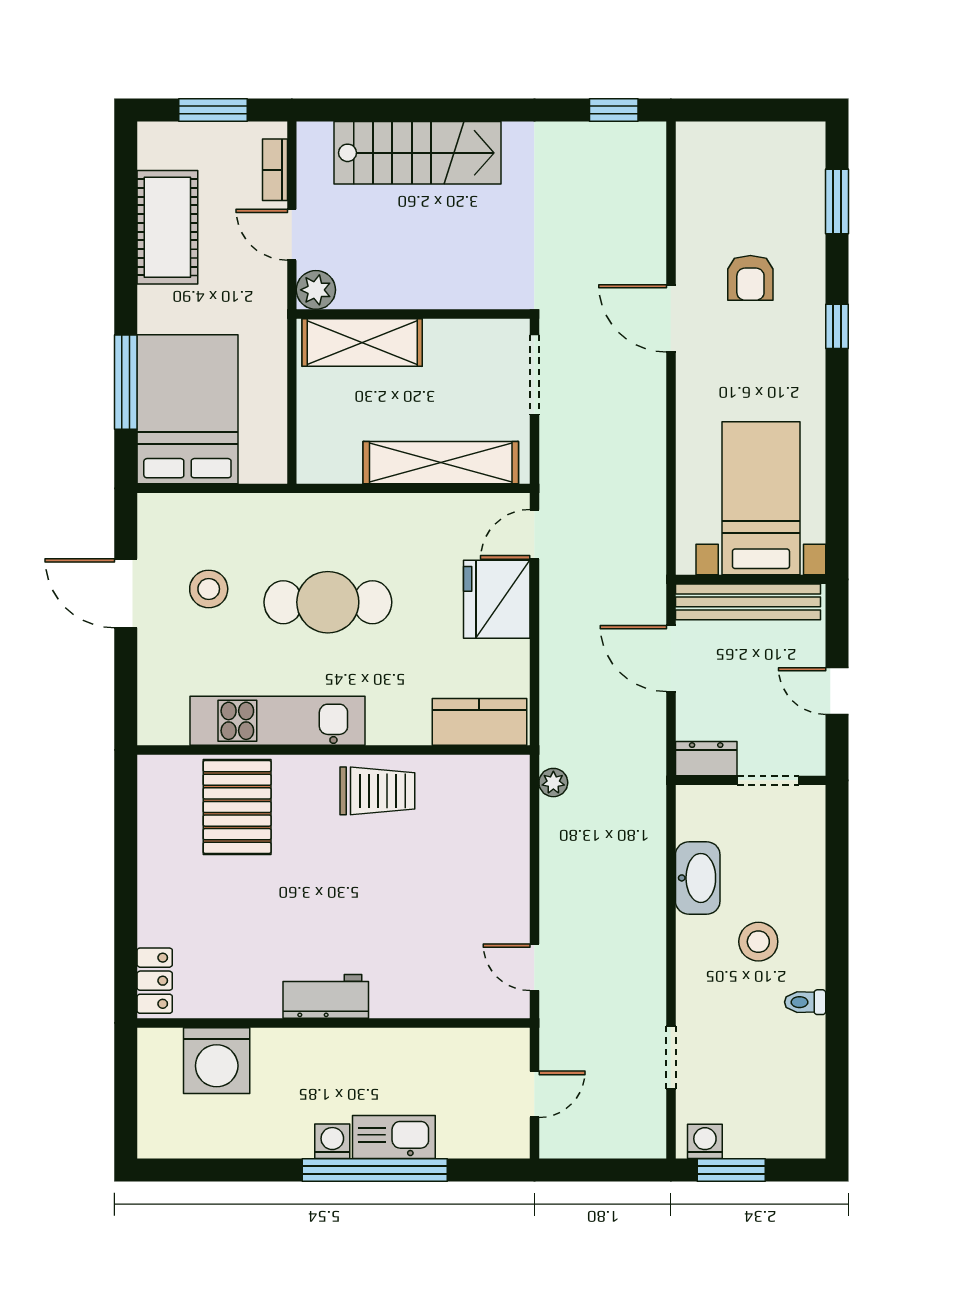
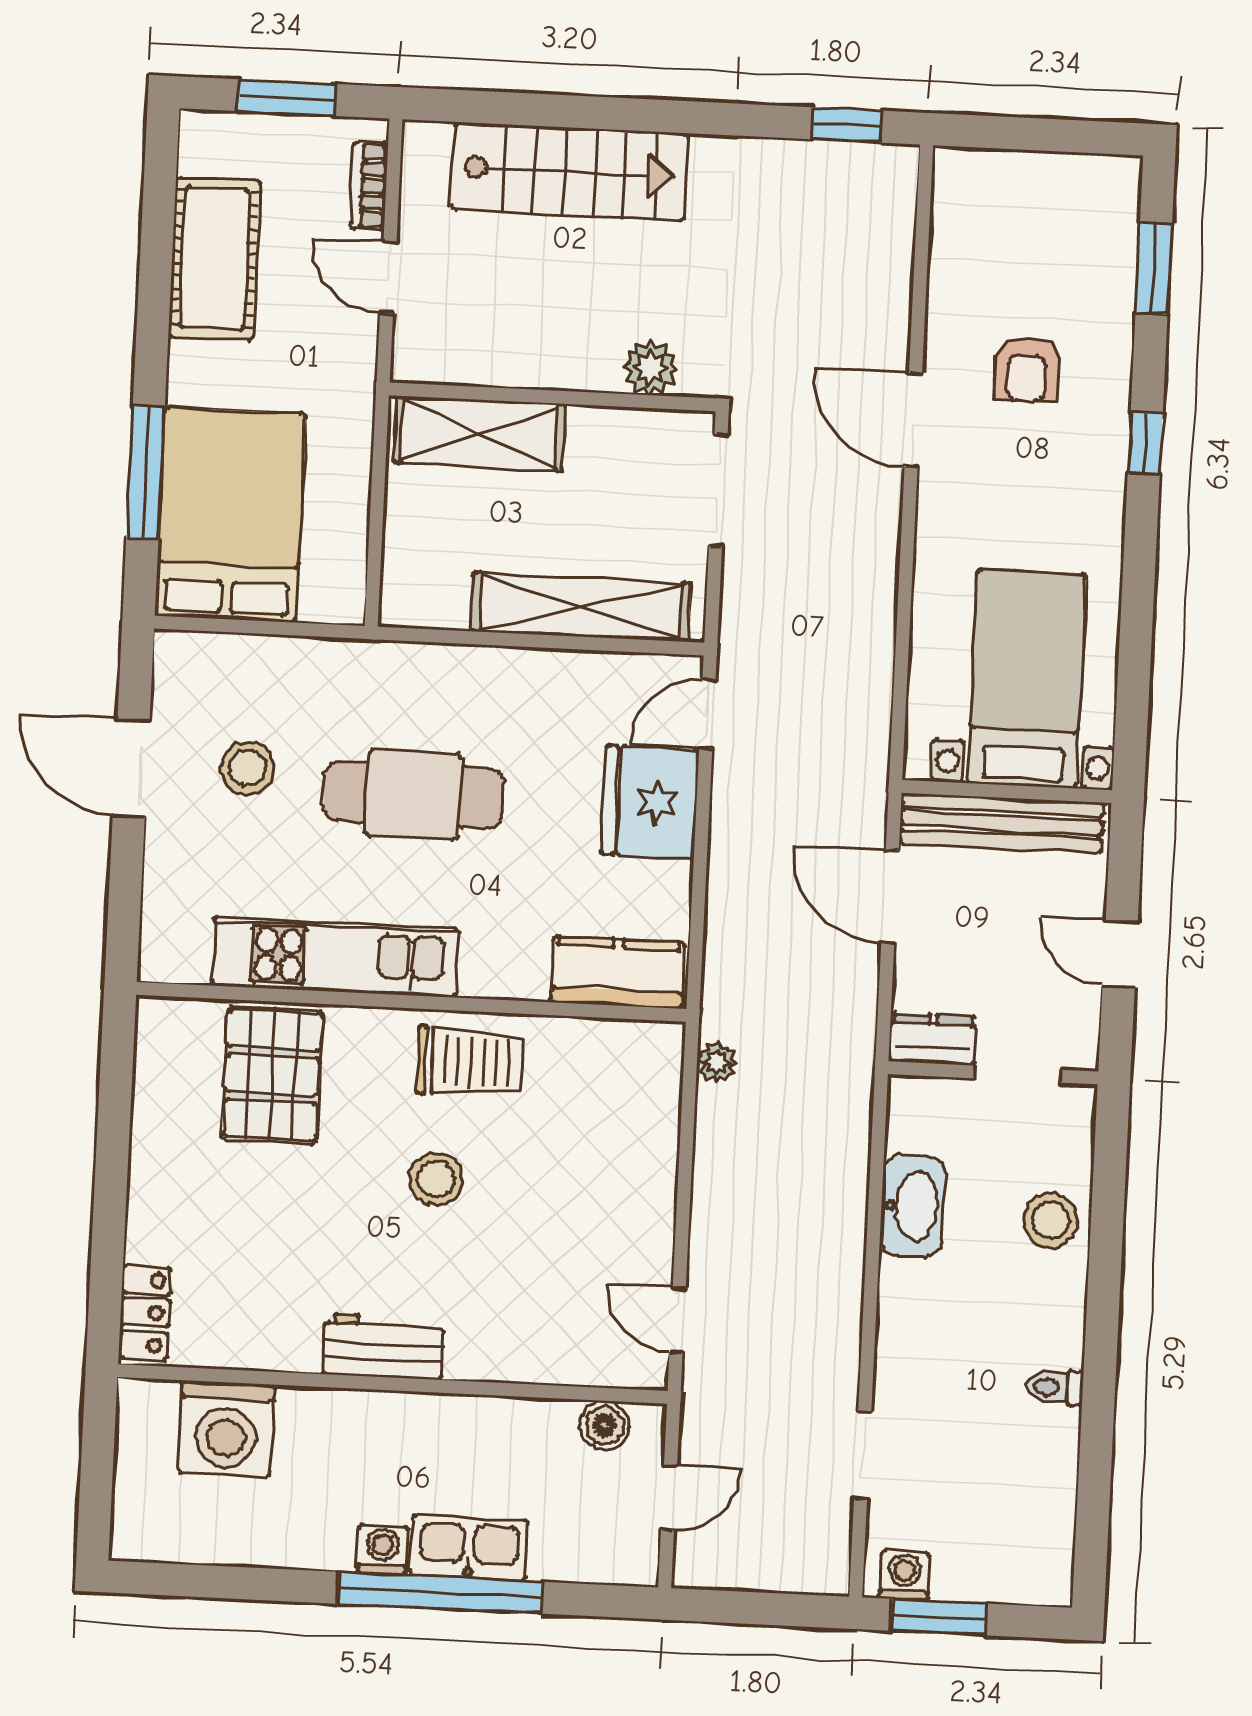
plant: (316, 290) -> (650, 368), moved
stool: (357, 875) -> (436, 1179), added
stool: (758, 942) -> (1051, 1220), moved
boiler: (486, 1045) -> (605, 1426), added

